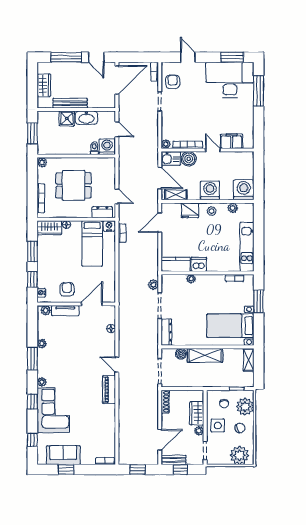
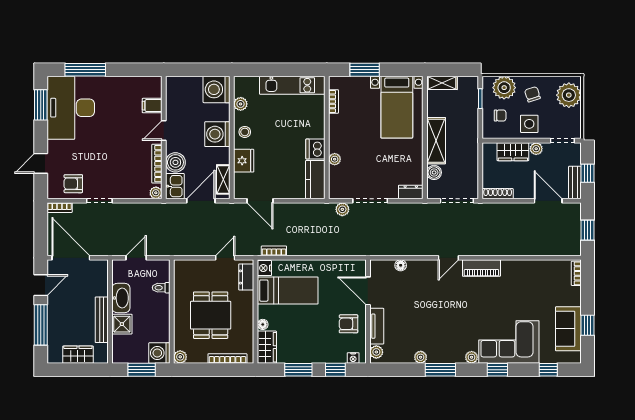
filing cabinet: (232, 141) -> (152, 106), width x0.50
washing machine: (107, 147) -> (159, 353), moved
dresser: (166, 332) -> (411, 192), width x0.70

